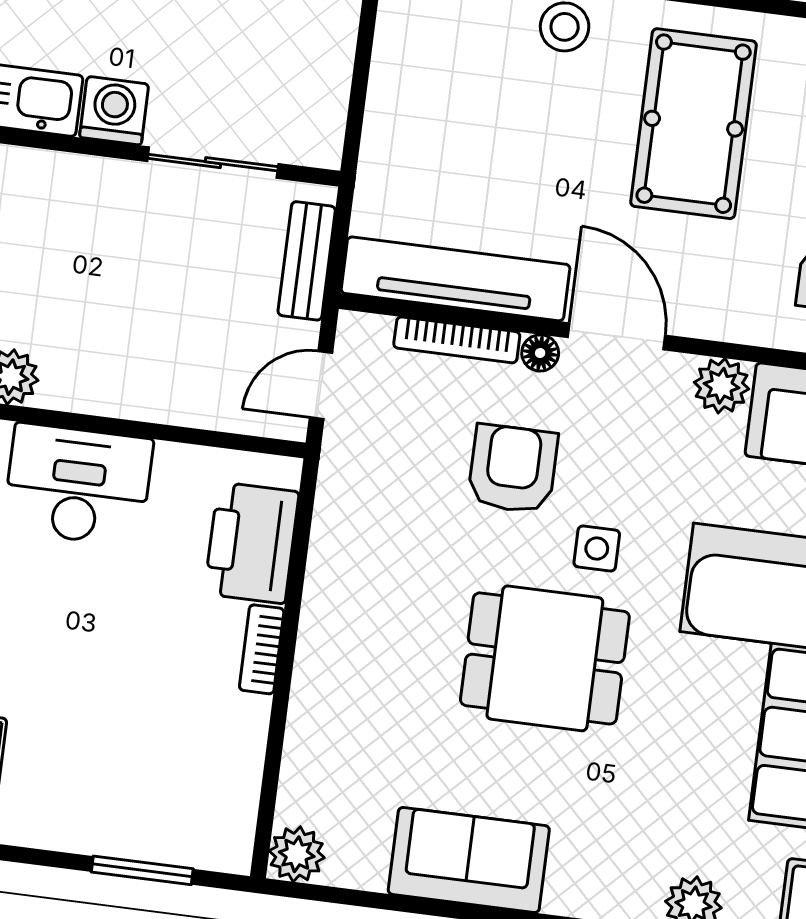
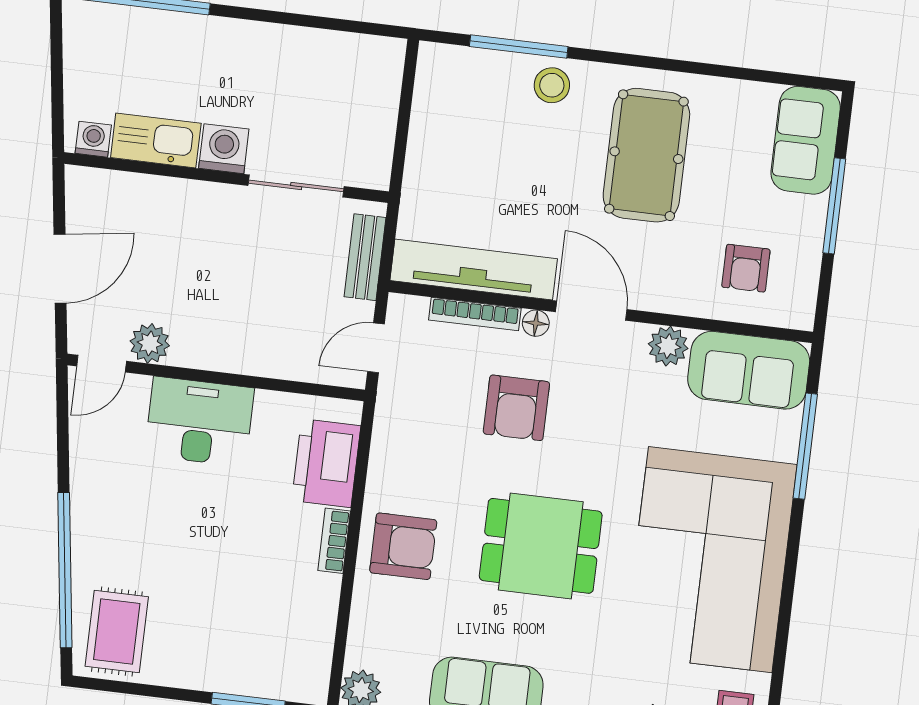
armchair: (513, 469) -> (516, 408), turned 180
side table: (597, 549) -> (578, 465), removed
armchair: (356, 658) -> (403, 546), added

